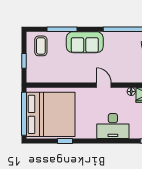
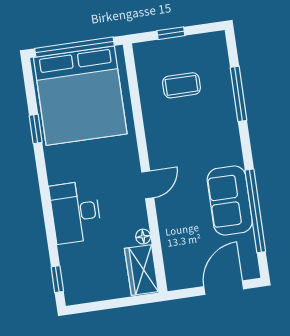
sofa: (85, 42) -> (230, 201), moved
coffee table: (41, 46) -> (181, 85), moved

